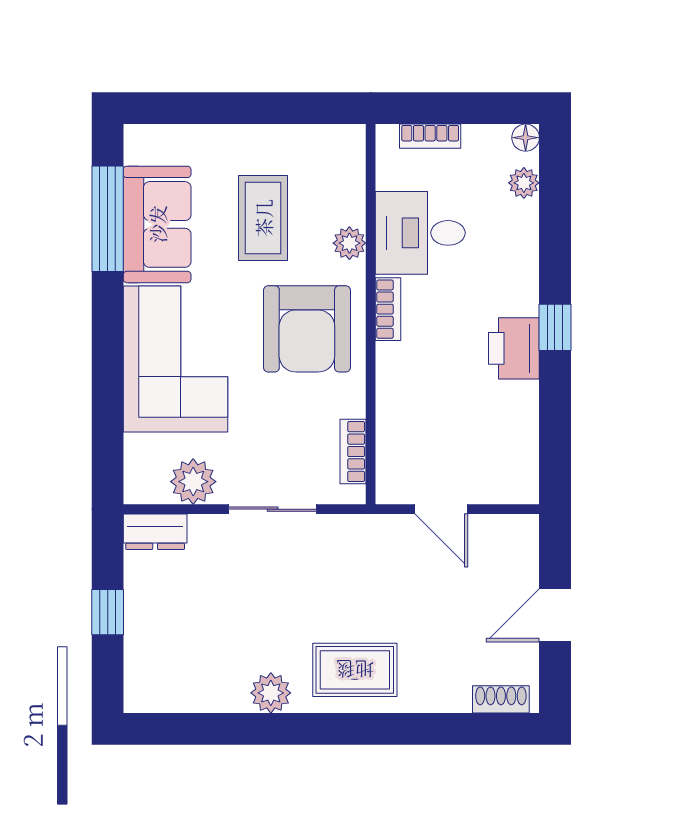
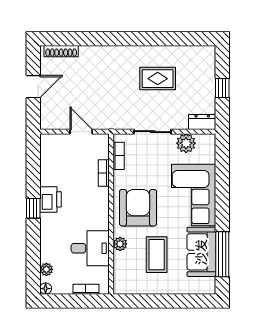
bookcase: (388, 309) -> (104, 173), moved
rug: (355, 670) -> (158, 79), moved
plant: (271, 693) -> (153, 54), removed
shoe rack: (501, 699) -> (61, 51), width x1.43

